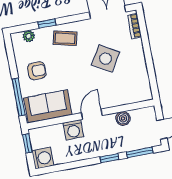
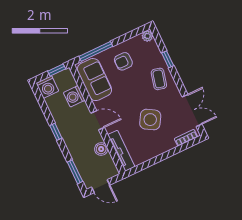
plant: (29, 36) -> (147, 36), moved
armchair: (37, 71) -> (123, 61), turned 90
tv unit: (130, 98) -> (121, 151), added
washing machine: (73, 130) -> (74, 96), moved
window: (109, 158) -> (56, 132), moved

